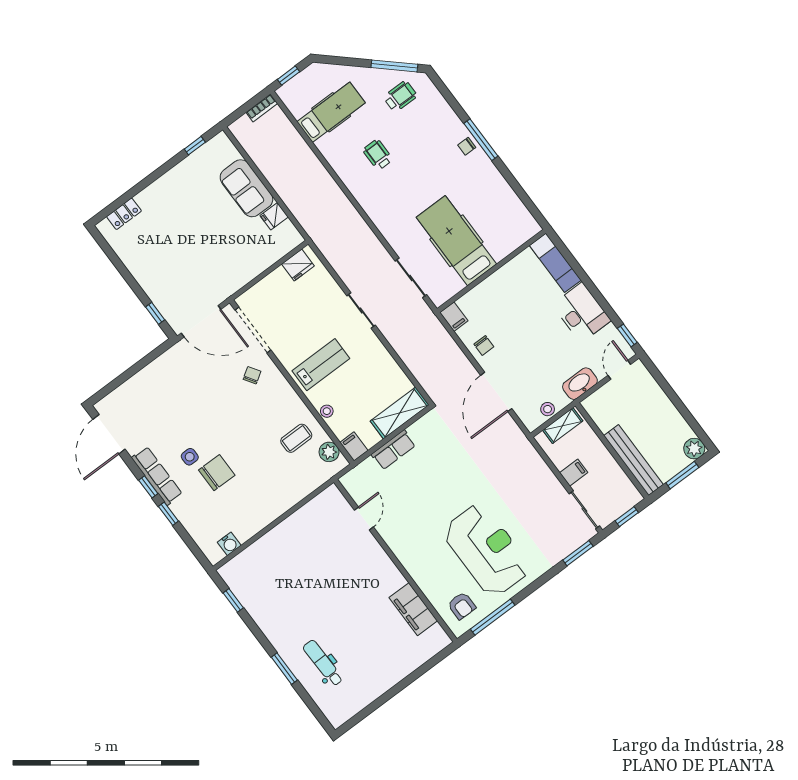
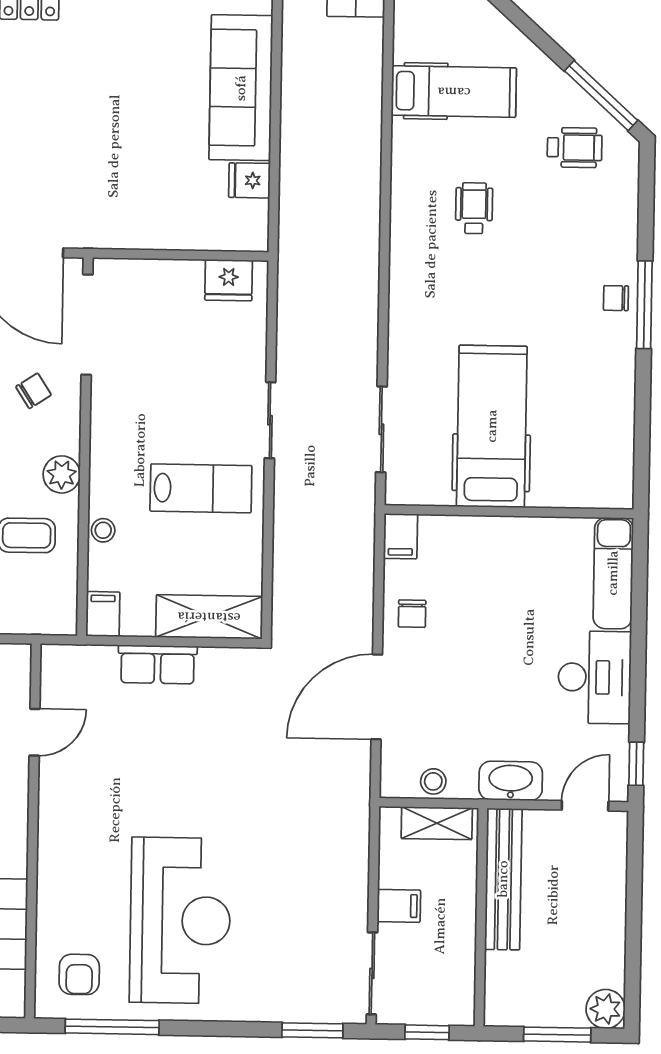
sofa: (246, 188) -> (241, 88), width x1.36
lab bench: (321, 365) -> (201, 488), moved
plant: (329, 452) -> (62, 474), moved
bench: (633, 460) -> (503, 879), moved

